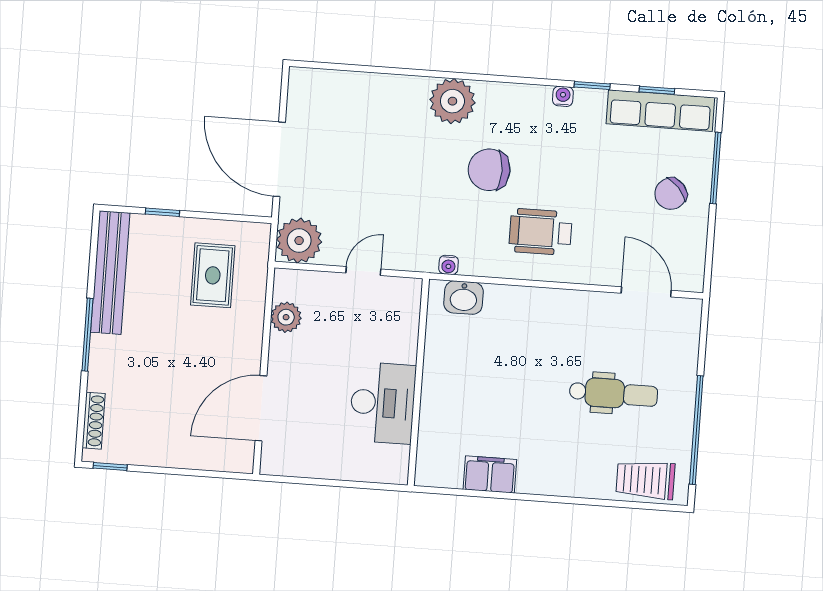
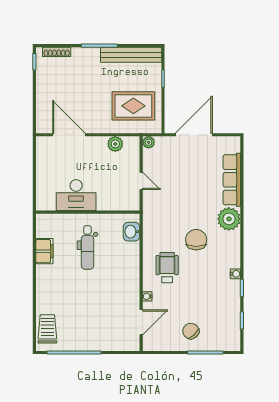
row of seats: (660, 111) -> (232, 180), moved
plant: (299, 241) -> (149, 142), width x0.53, depth x0.53
water cooler: (449, 265) -> (147, 296), moved
rug: (213, 275) -> (133, 106), width x1.36, depth x1.43
dental chair: (613, 394) -> (87, 248), moved

